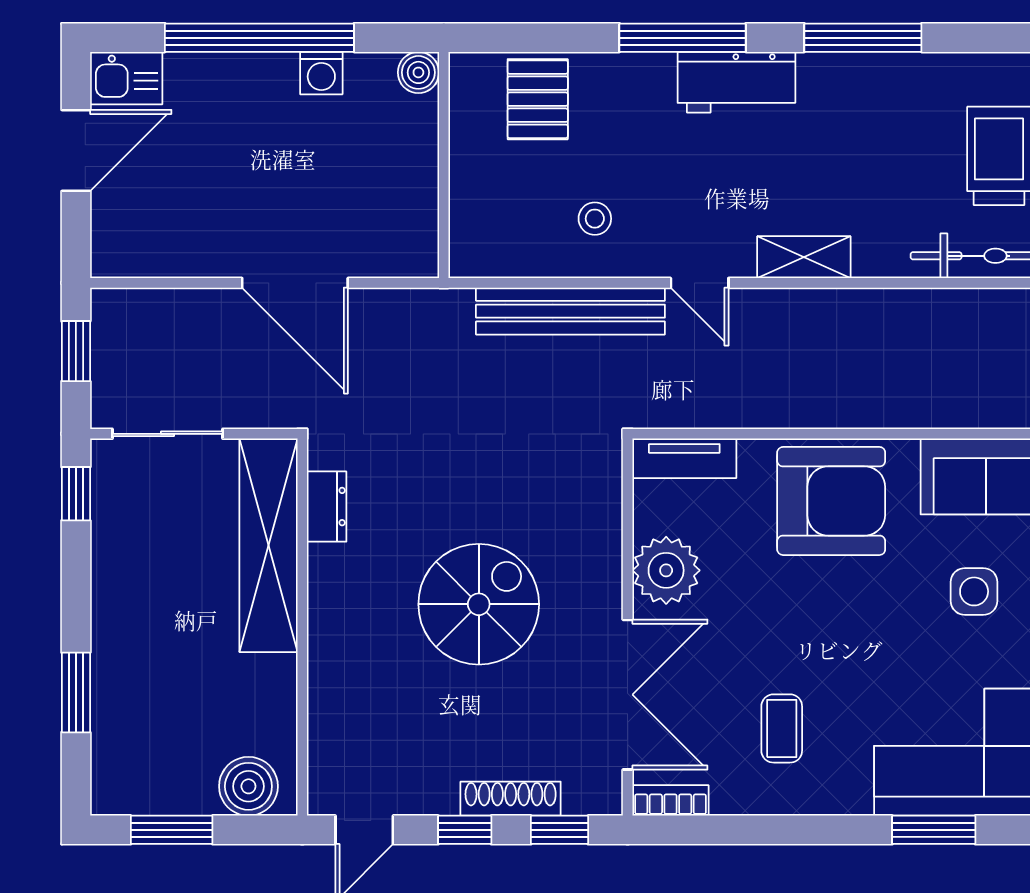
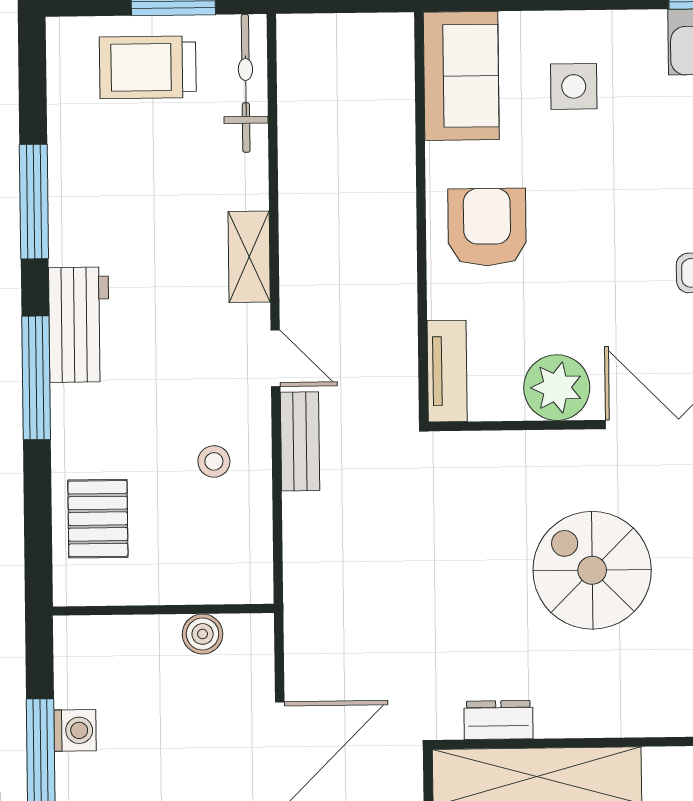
boiler: (418, 72) -> (203, 634), moved
pallet: (538, 99) -> (98, 519), turned 90
door: (700, 283) -> (275, 358), hinge flipped
bench: (570, 311) -> (300, 441), width x0.54, depth x0.82
armchair: (831, 501) -> (487, 227), width x0.73, depth x0.73

